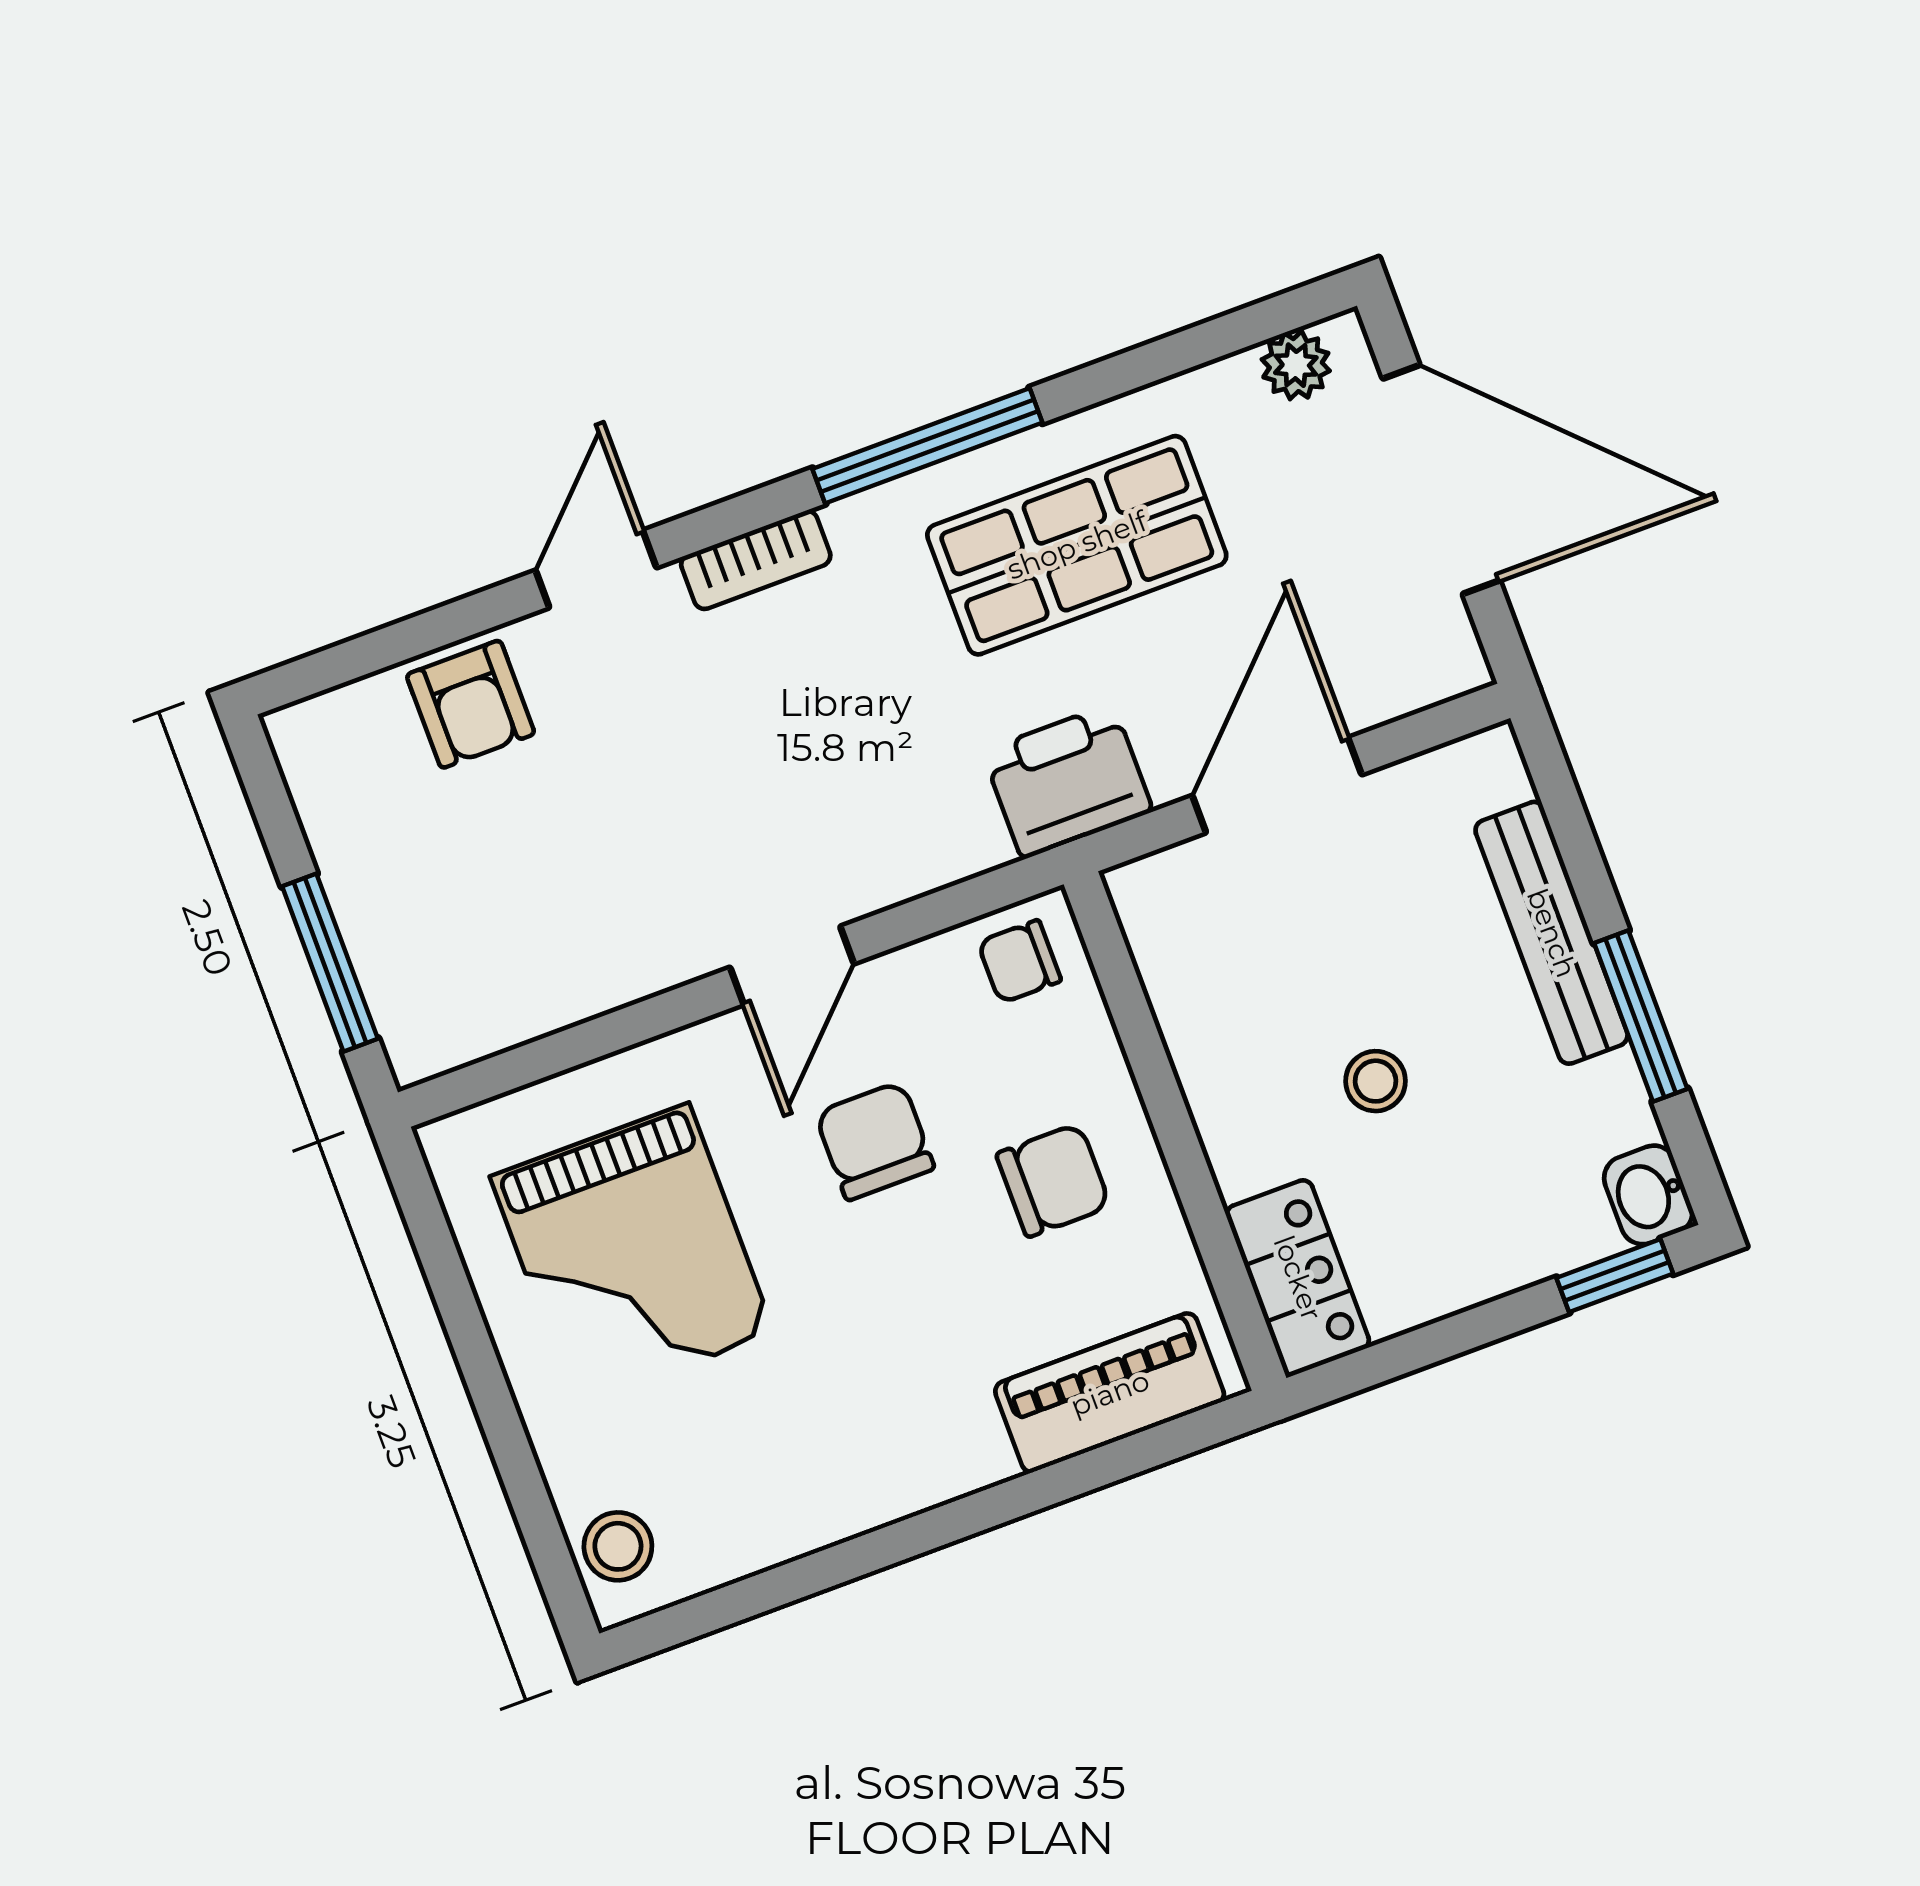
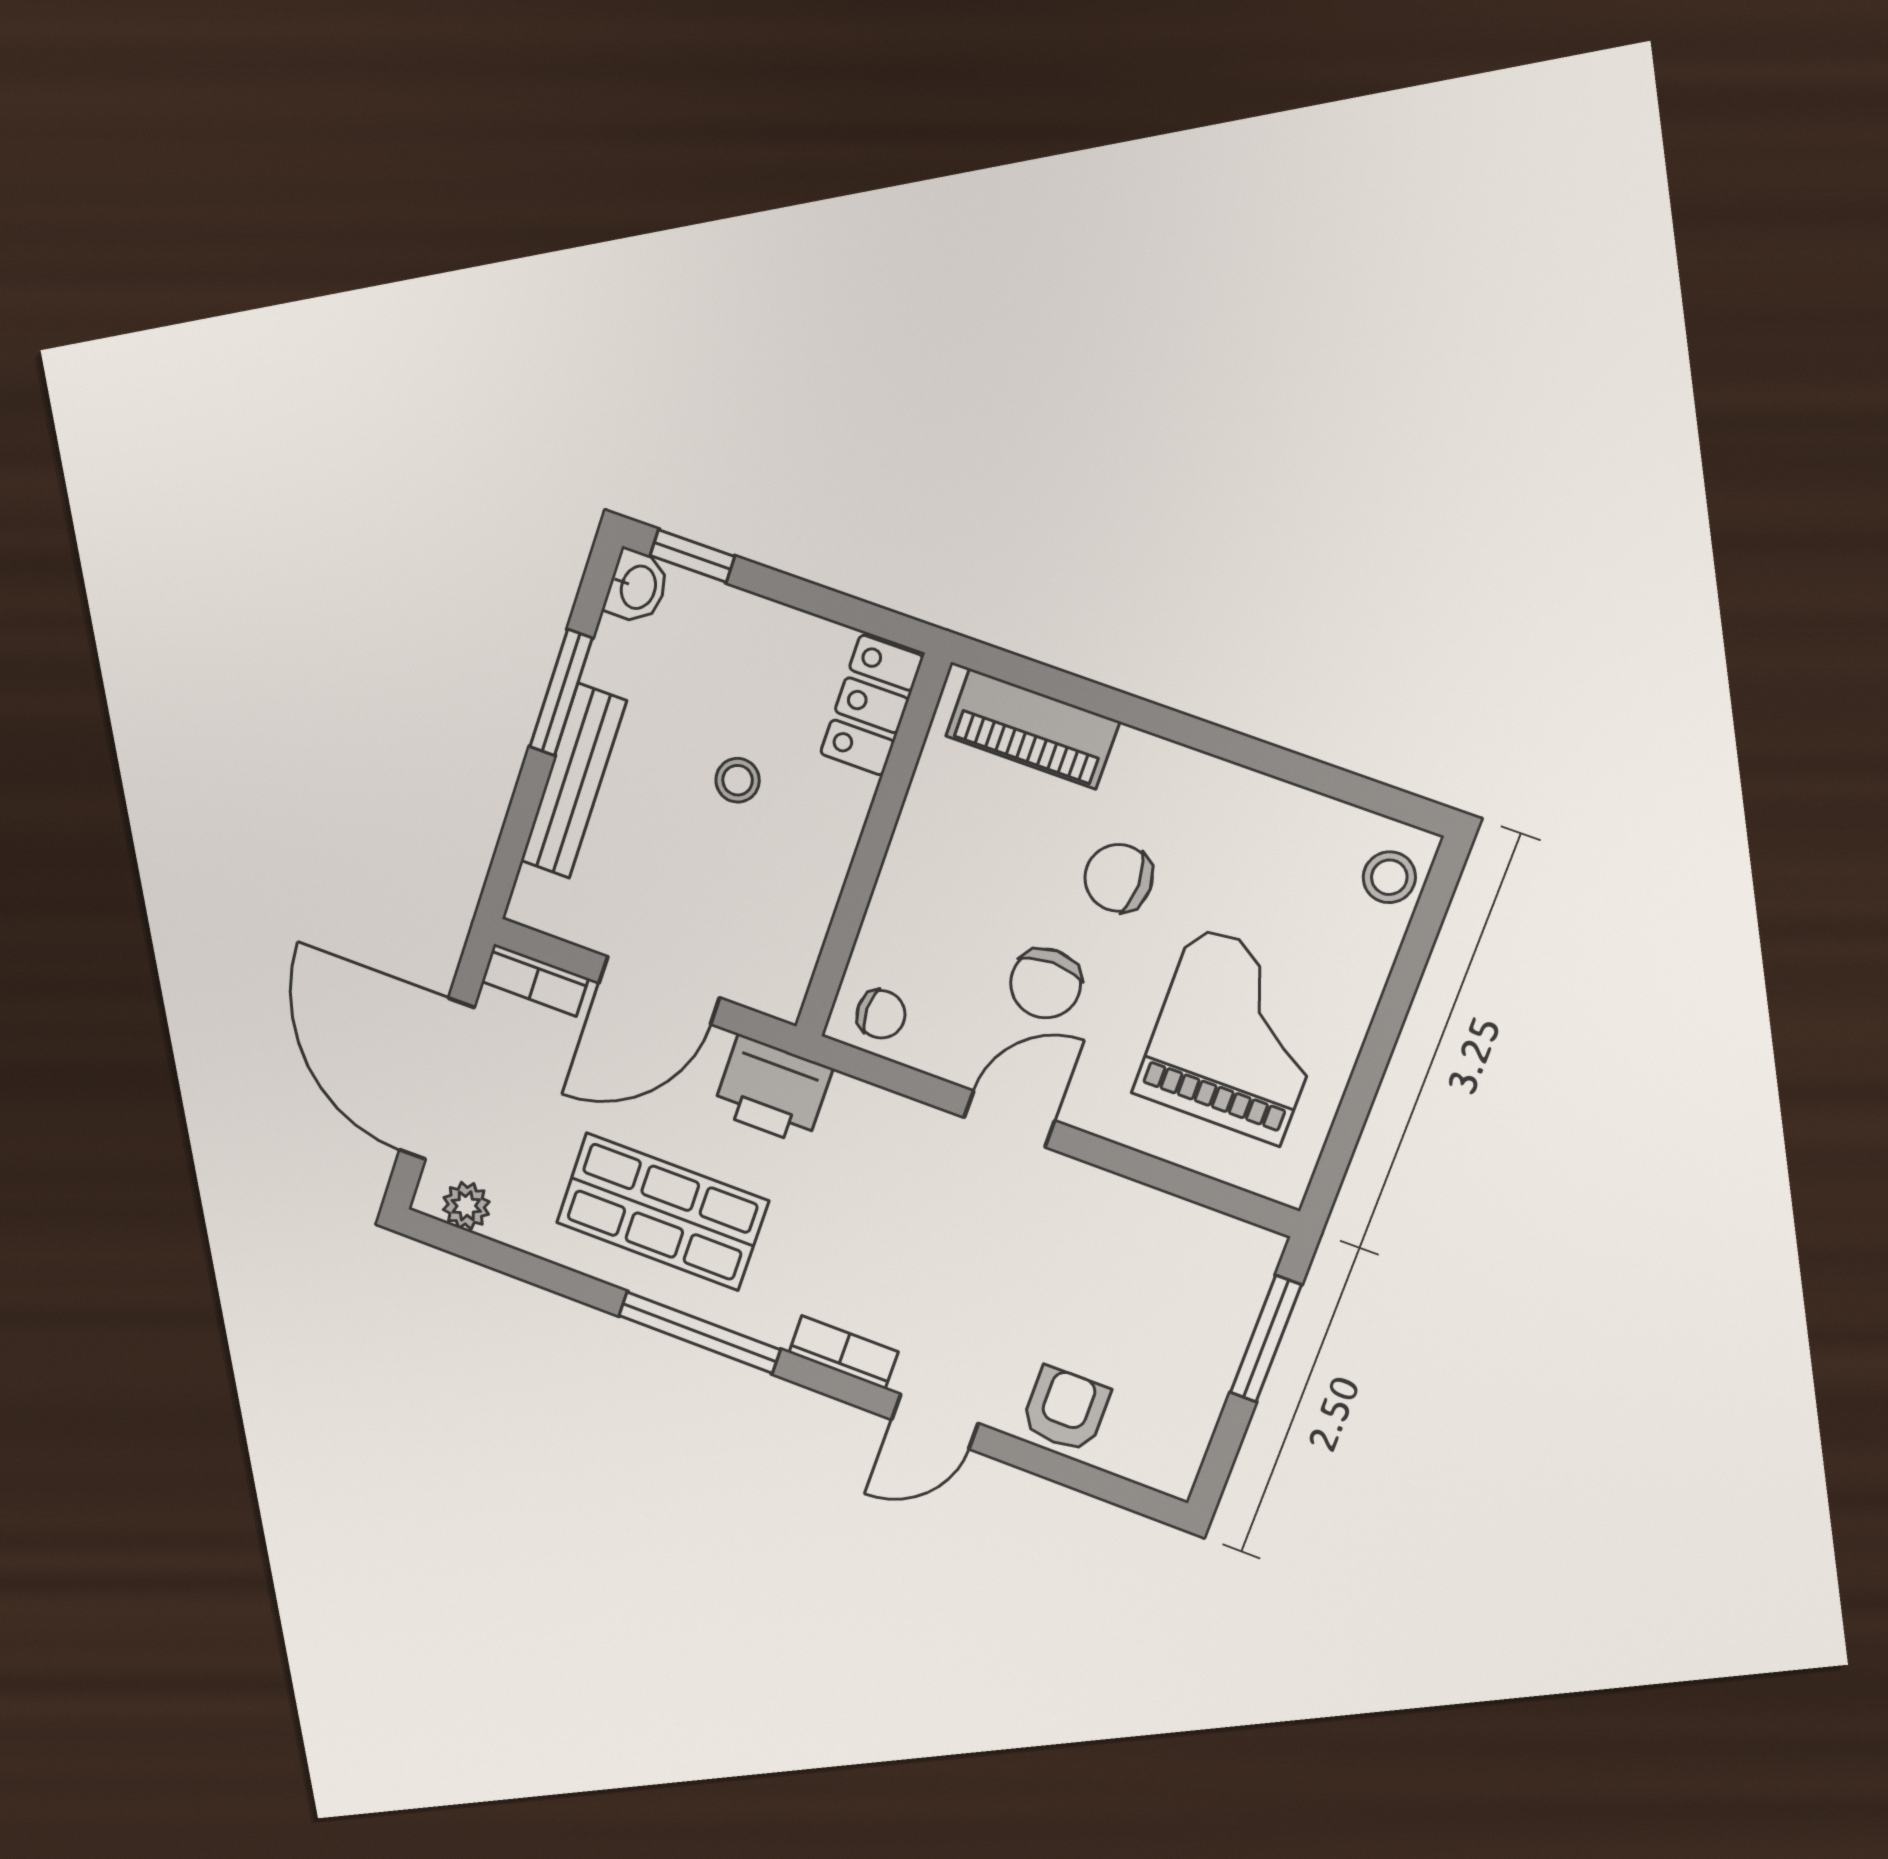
bookcase: (1421, 682) -> (535, 980), added
chair: (1053, 1180) -> (1119, 878), moved

